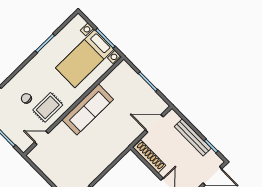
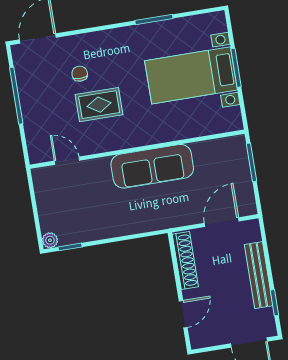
wall: (74, 106) -> (137, 149), moved
sofa: (88, 109) -> (152, 166), moved
door: (154, 123) -> (222, 222), hinge flipped
door: (41, 138) -> (67, 161), moved

